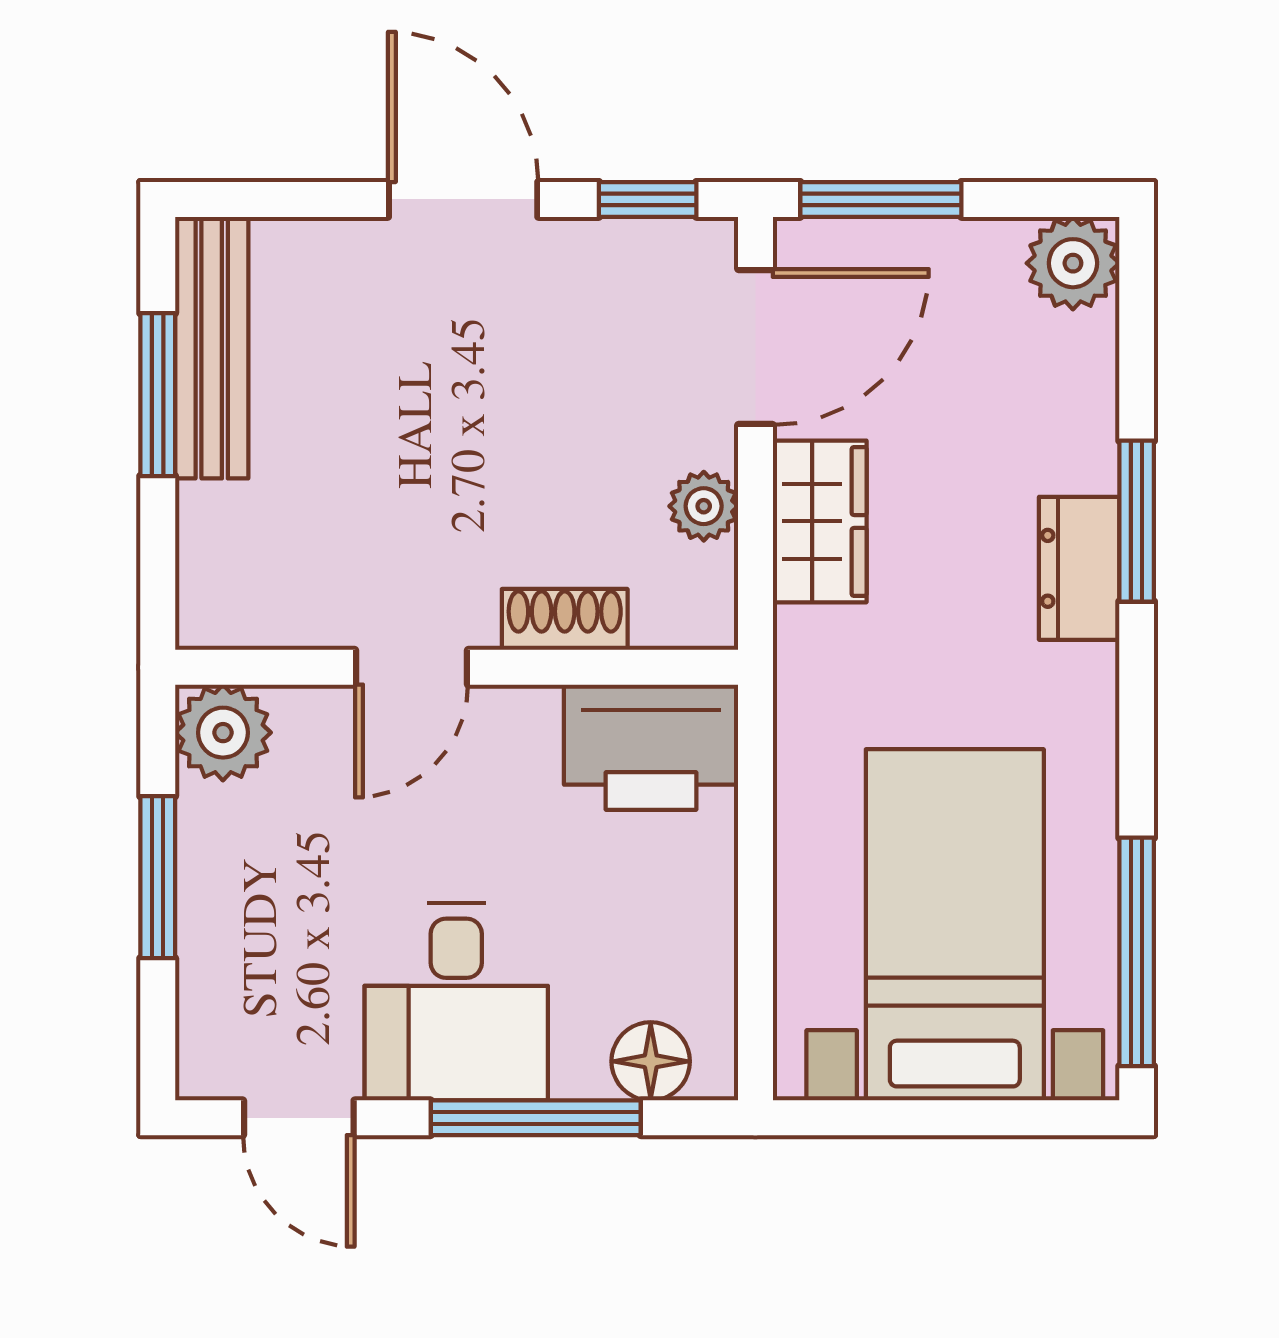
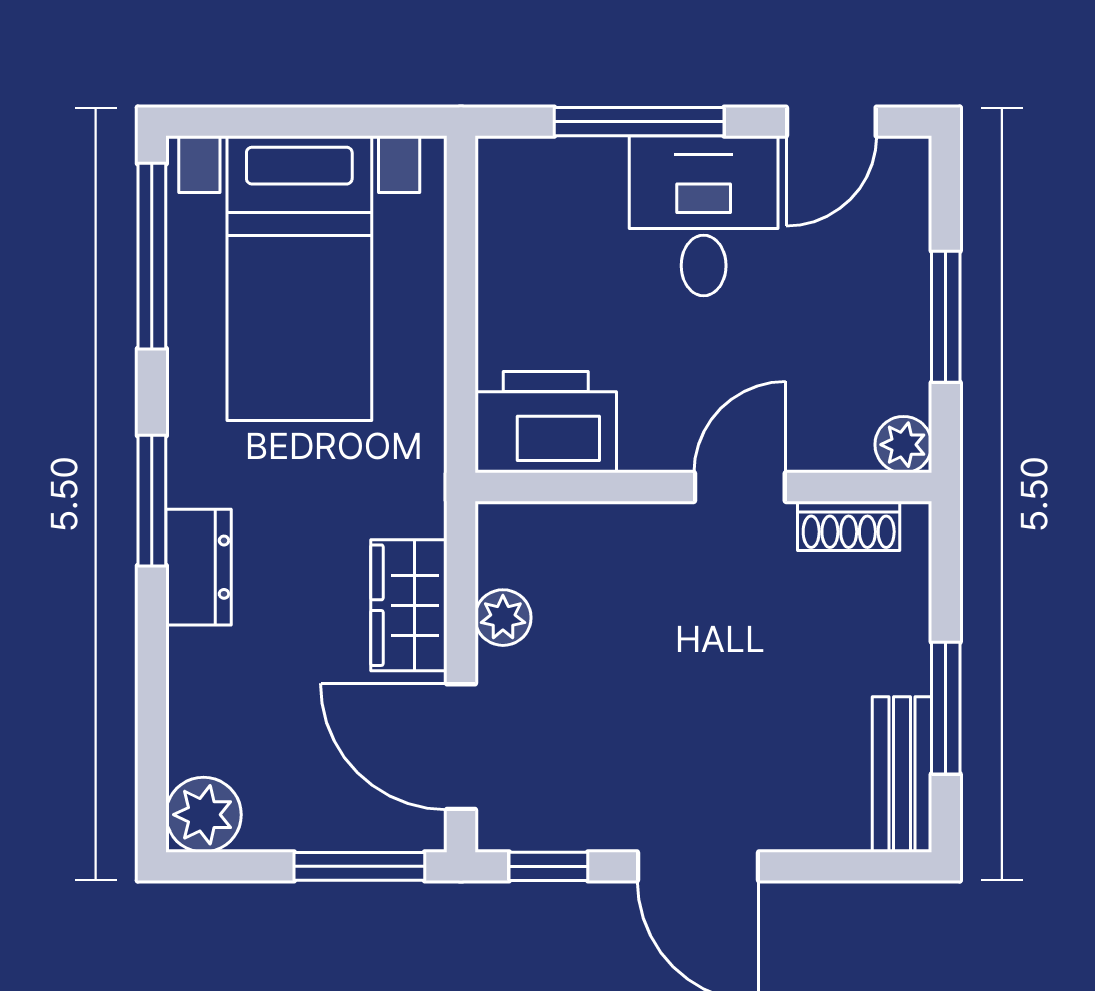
door: (755, 347) -> (461, 747), hinge flipped
bench: (212, 348) -> (902, 774), width x0.73
window: (1137, 521) -> (152, 501), moved
shoe rack: (565, 619) -> (849, 526), moved
plant: (223, 733) -> (903, 445), width x0.73, depth x0.73
floor lamp: (651, 1061) -> (546, 167), removed
door: (299, 1118) -> (831, 122), swing flipped

